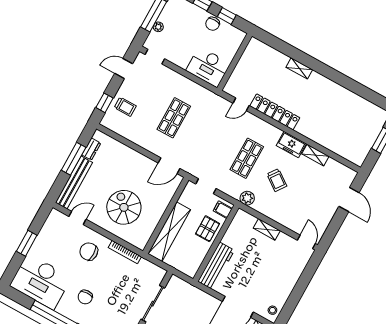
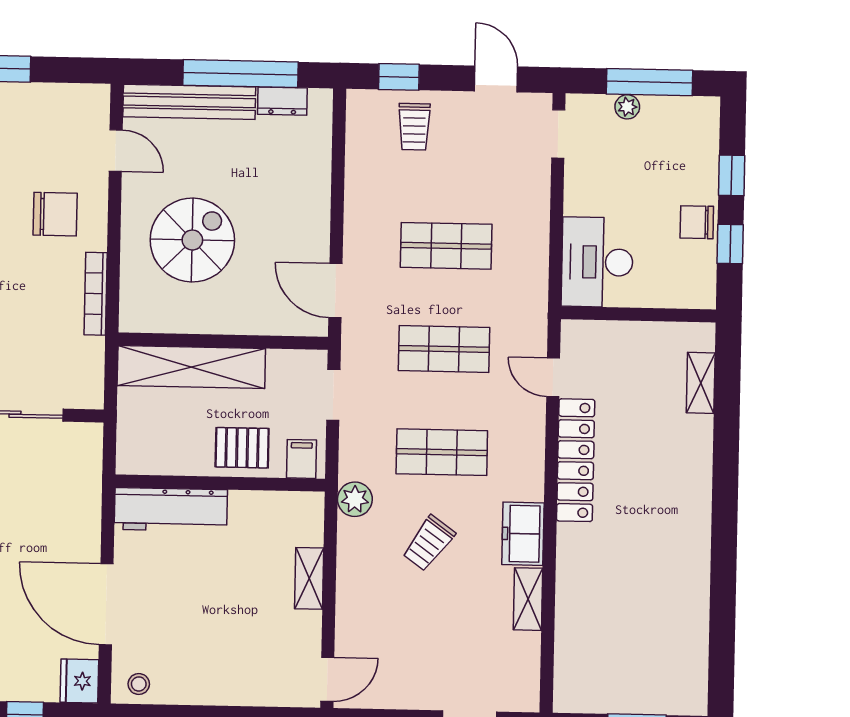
shelving: (299, 68) -> (701, 383), moved
shop shelf: (210, 138) -> (444, 349), added
window: (74, 159) -> (241, 74), width x1.46
chair: (89, 252) -> (55, 214), turned 90

